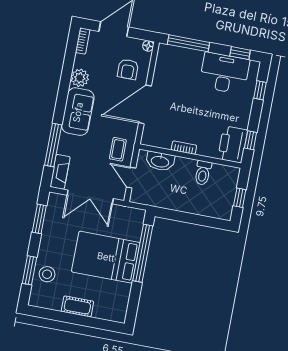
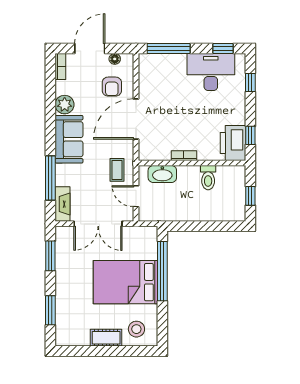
floor lamp: (148, 46) -> (115, 59), moved
stool: (47, 274) -> (136, 329), moved

